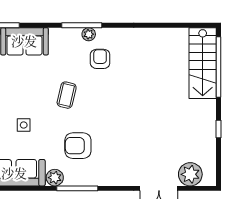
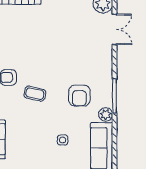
coffee table: (67, 95) -> (35, 94), moved

